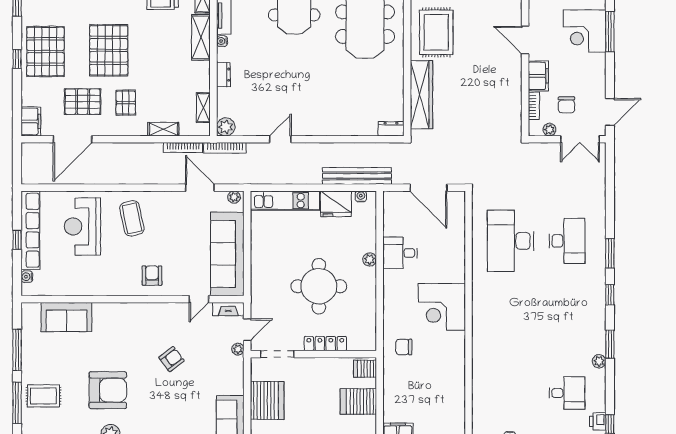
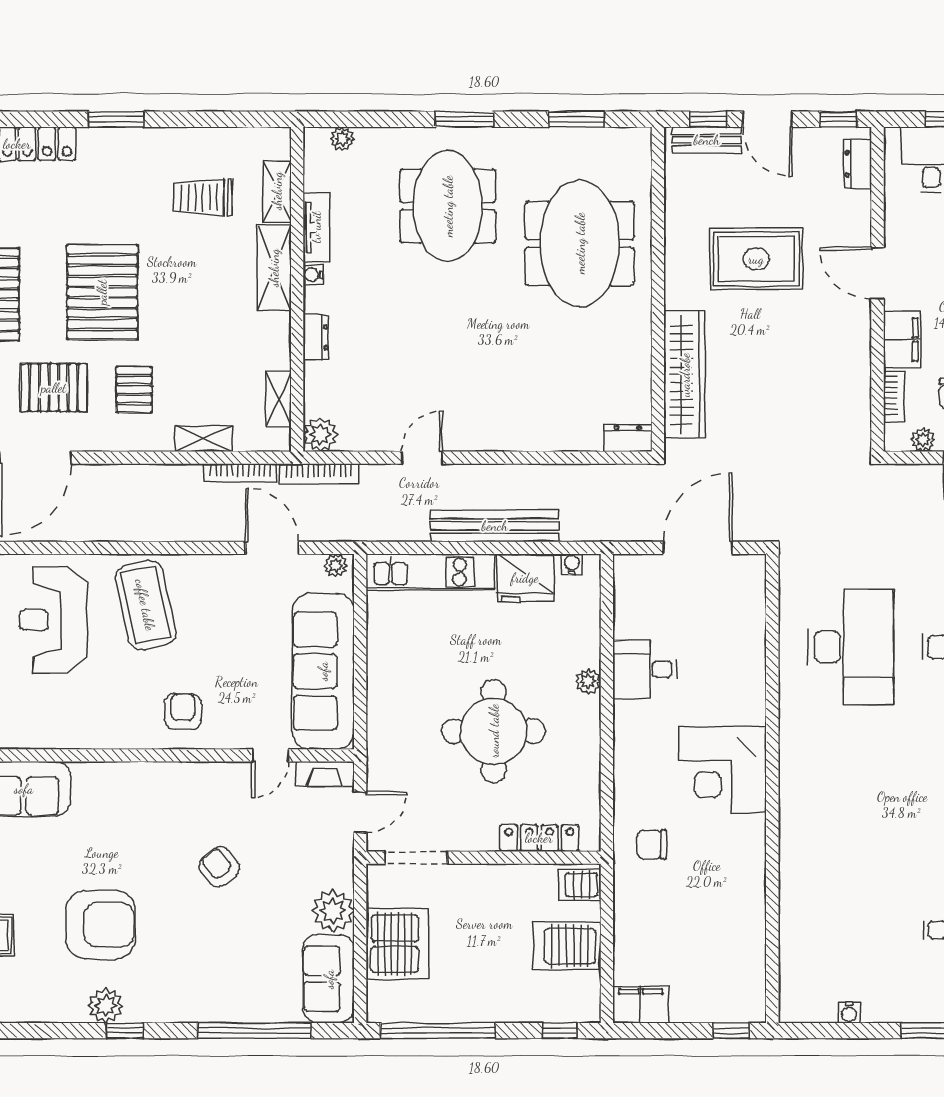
rug: (436, 32) -> (756, 259), moved, turned 90
bench: (357, 176) -> (495, 526), moved
door: (428, 188) -> (698, 548), swing flipped
coffee table: (132, 218) -> (145, 605), width x1.36, depth x1.32
desk: (511, 241) -> (851, 647), turned 180
locker: (325, 344) -> (539, 838), moved
plant: (238, 349) -> (333, 911), moved, width x1.88, depth x1.88
armchair: (171, 359) -> (219, 867), turned -92

